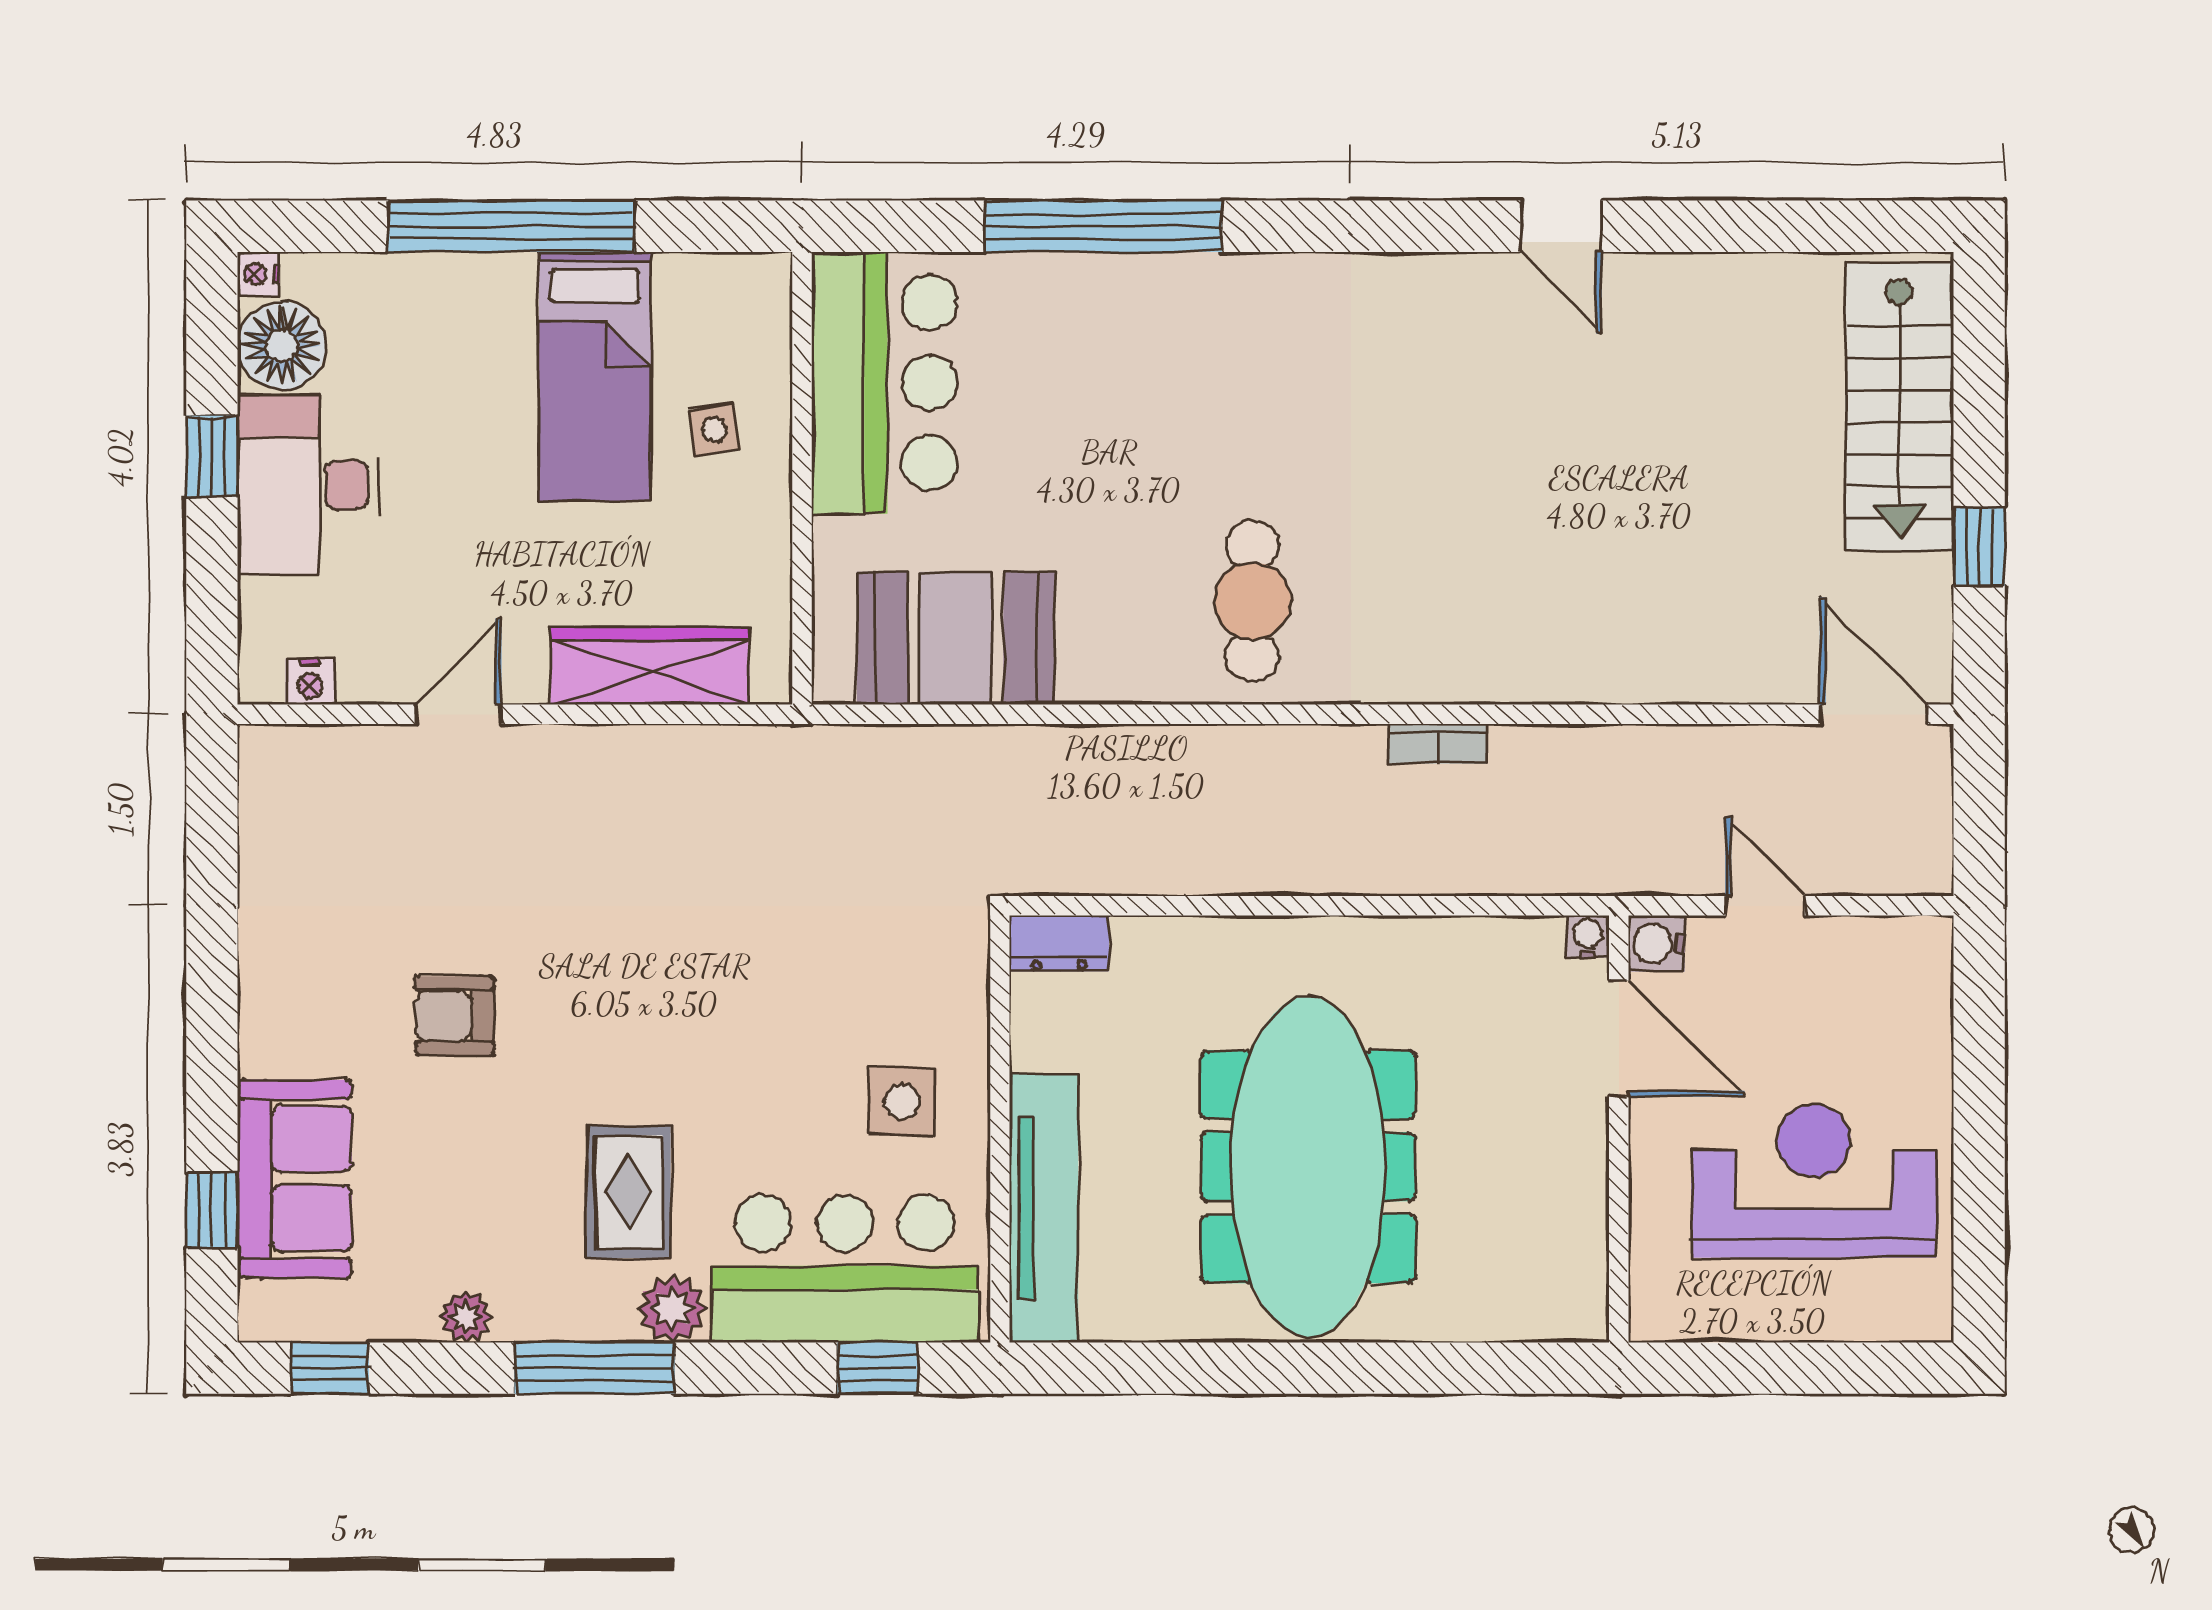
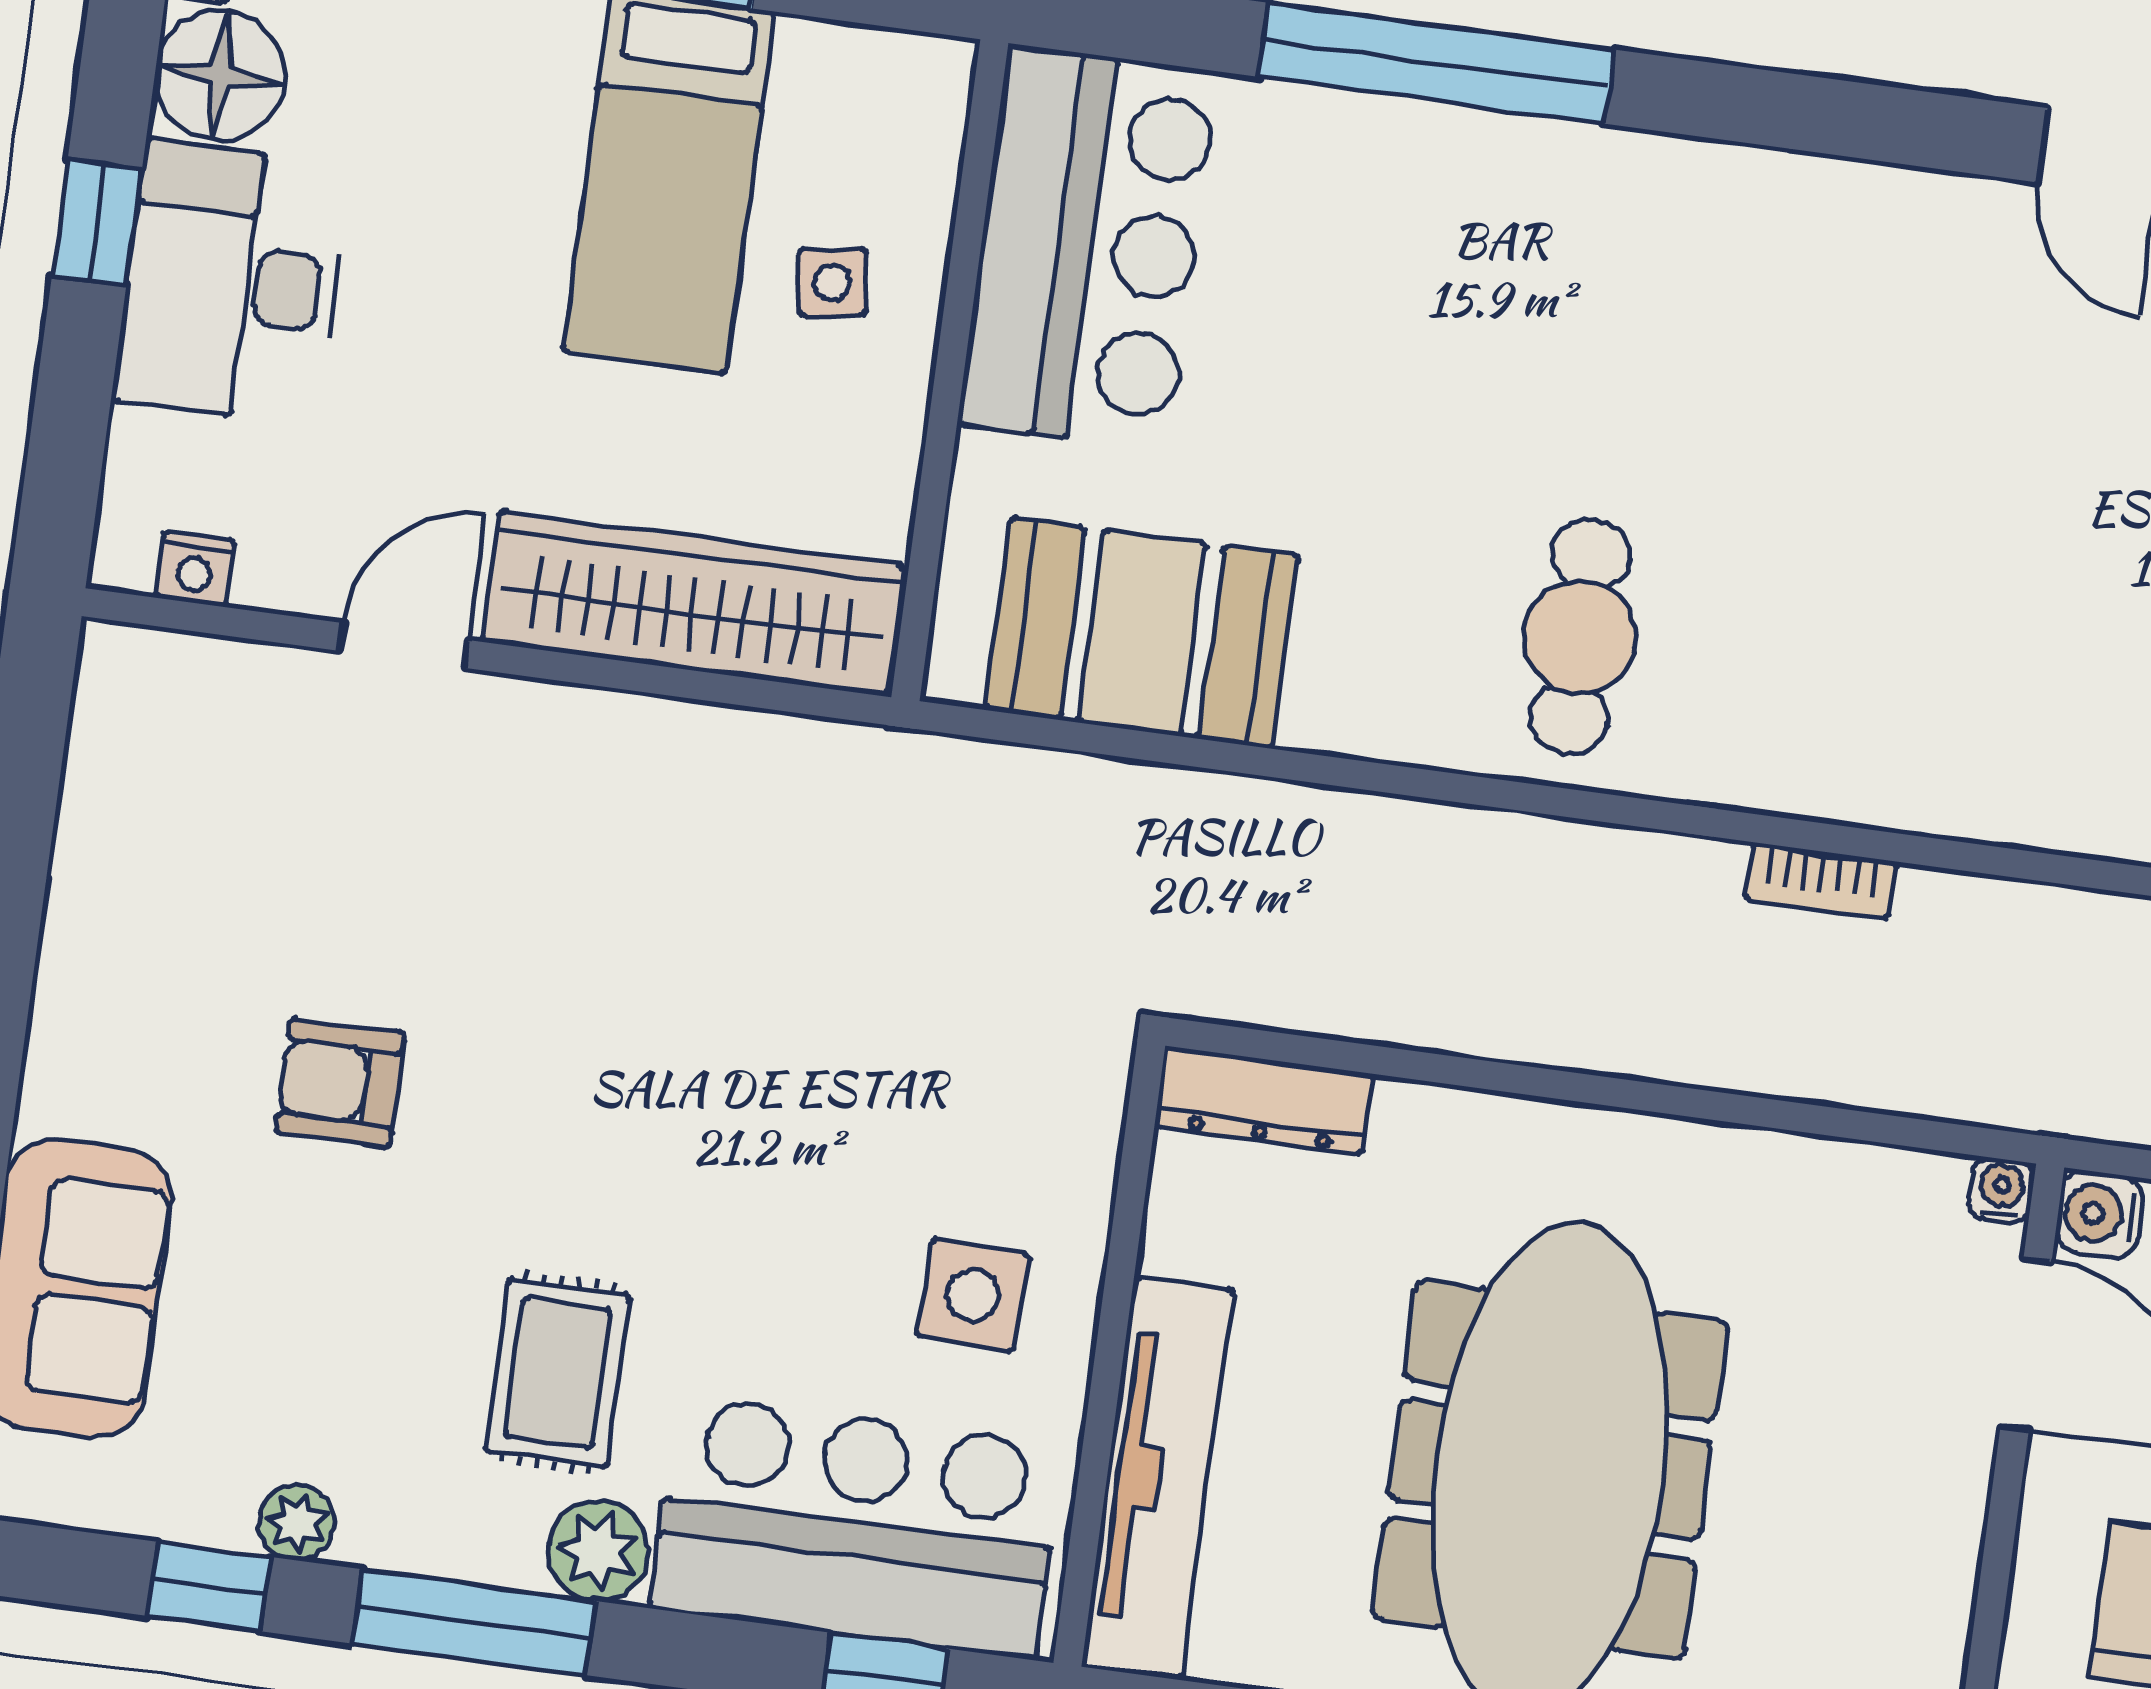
wardrobe: (650, 666) -> (693, 604), width x1.40, depth x1.17
dresser: (1059, 943) -> (1264, 1100), width x1.44
window: (330, 1368) -> (209, 1586), moved

